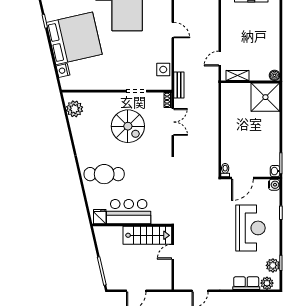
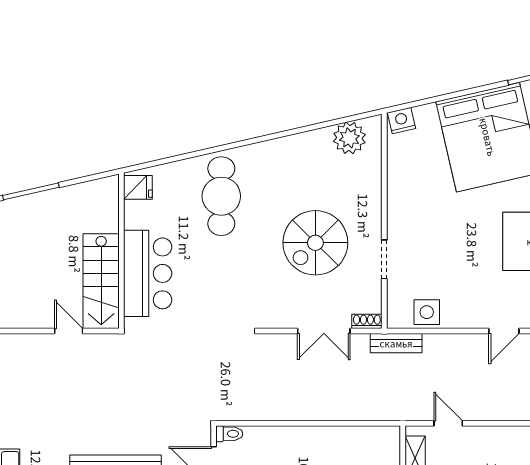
nightstand: (63, 70) -> (401, 121), moved
bar counter: (129, 212) -> (148, 273), moved

